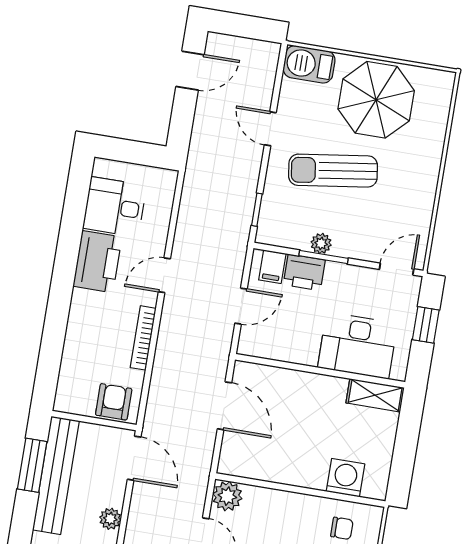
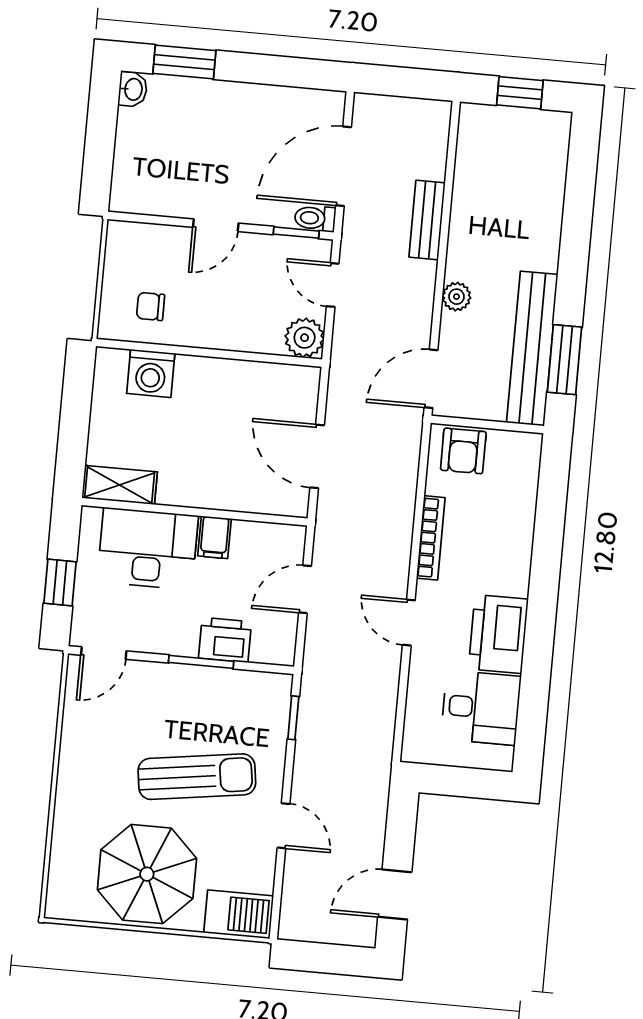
plant: (321, 243) -> (206, 680), removed
filing cabinet: (272, 267) -> (215, 537), moved, turned 180
door: (164, 275) -> (409, 623), swing flipped
door: (134, 458) -> (431, 379), hinge flipped

